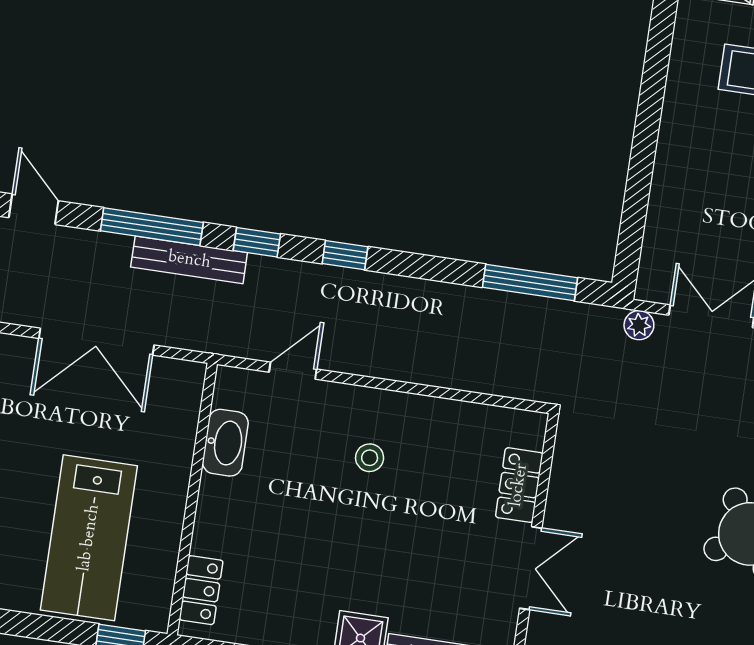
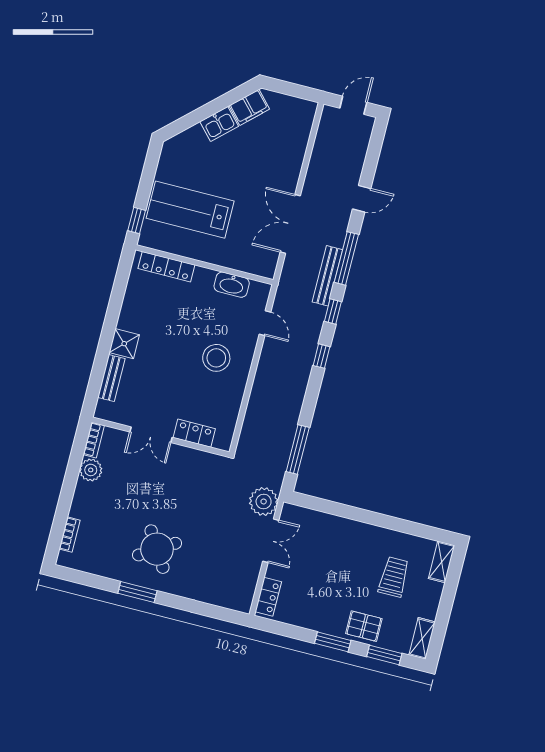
plant: (639, 325) -> (264, 501), width x1.88, depth x1.88
stool: (370, 458) -> (216, 358), width x1.89, depth x1.89
locker: (201, 590) -> (166, 267), width x1.53

